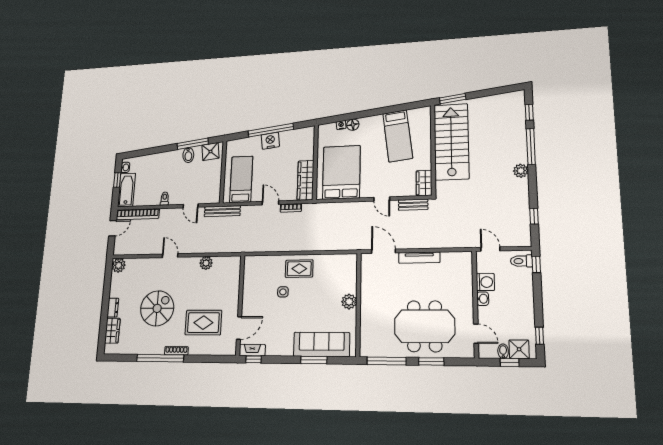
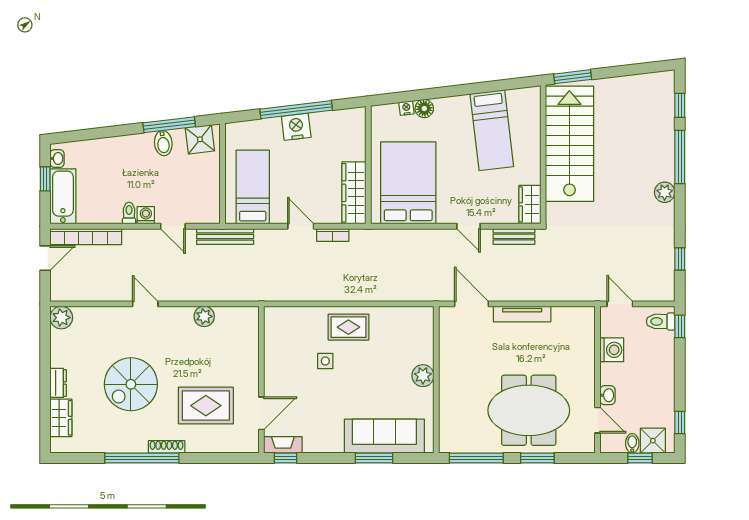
washing machine: (175, 200) -> (146, 215), added
washbasin: (483, 299) -> (608, 395), moved
spiral stairs: (157, 308) -> (131, 384), turned 180

